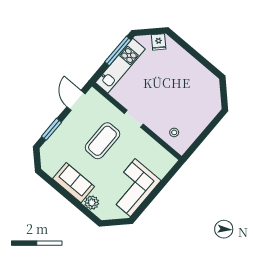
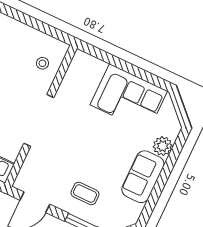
doorway: (134, 119) -> (39, 120), width x1.88
coffee table: (102, 141) -> (85, 194), moved, width x0.54, depth x0.58

